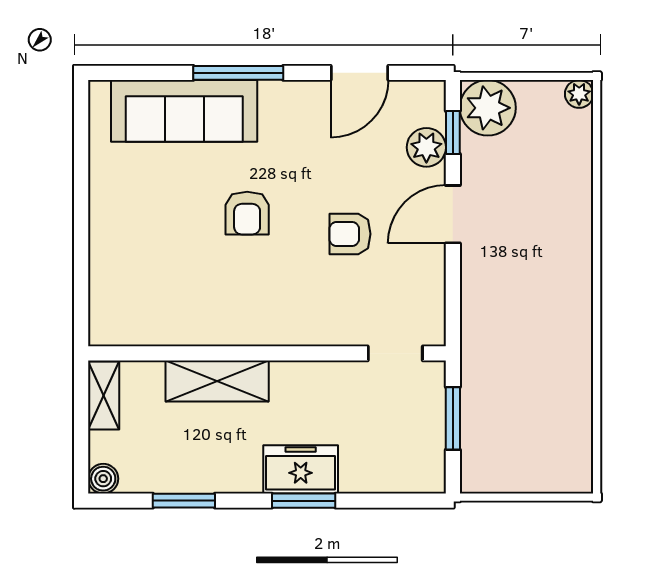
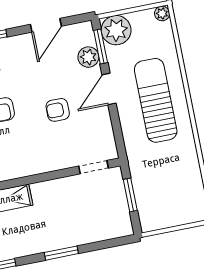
window: (453, 132) -> (101, 47), width x1.50
sun lounger: (535, 253) -> (156, 100), added
freezer: (301, 469) -> (56, 237), removed

